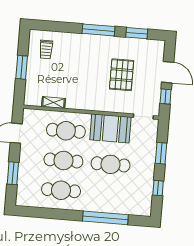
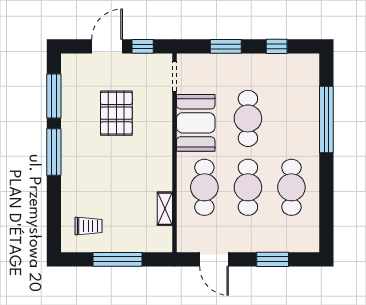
window: (137, 33) -> (54, 96), width x1.44
window: (22, 67) -> (118, 259), width x1.44
pallet: (122, 75) -> (116, 113), turned 90

